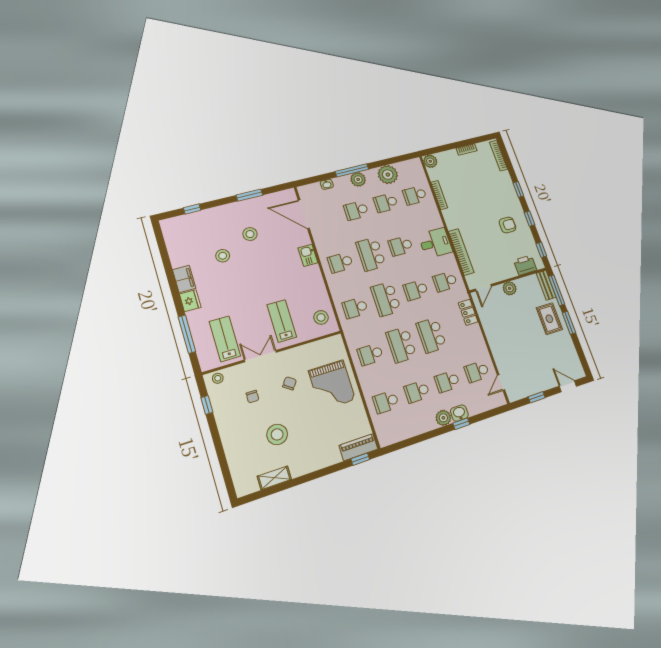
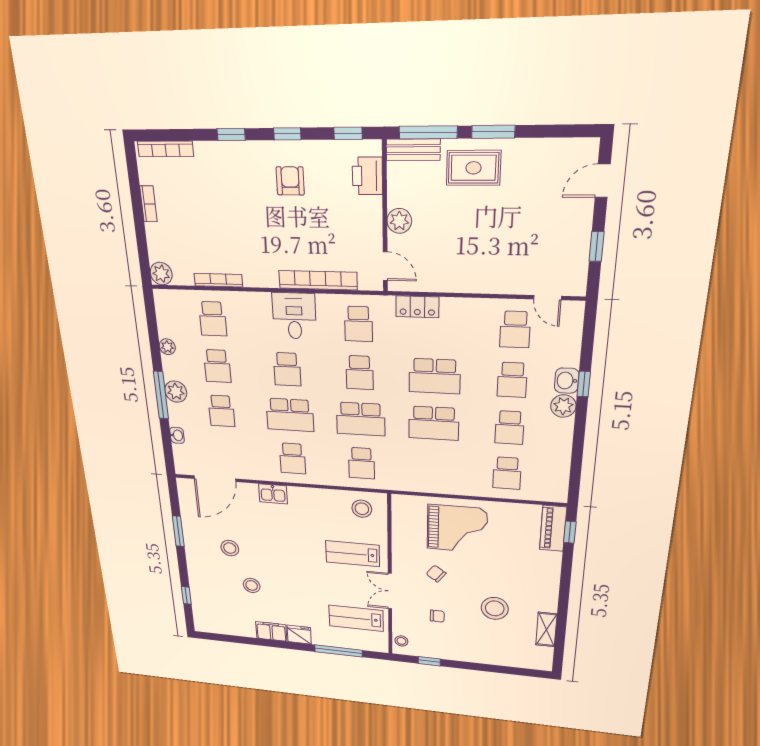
plant: (388, 175) -> (167, 347), width x0.53, depth x0.53
school desk: (370, 354) -> (433, 468), removed

